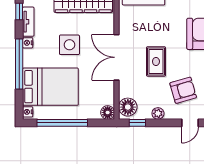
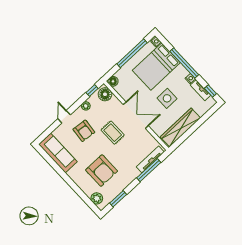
armchair: (183, 90) -> (84, 131), turned -68

